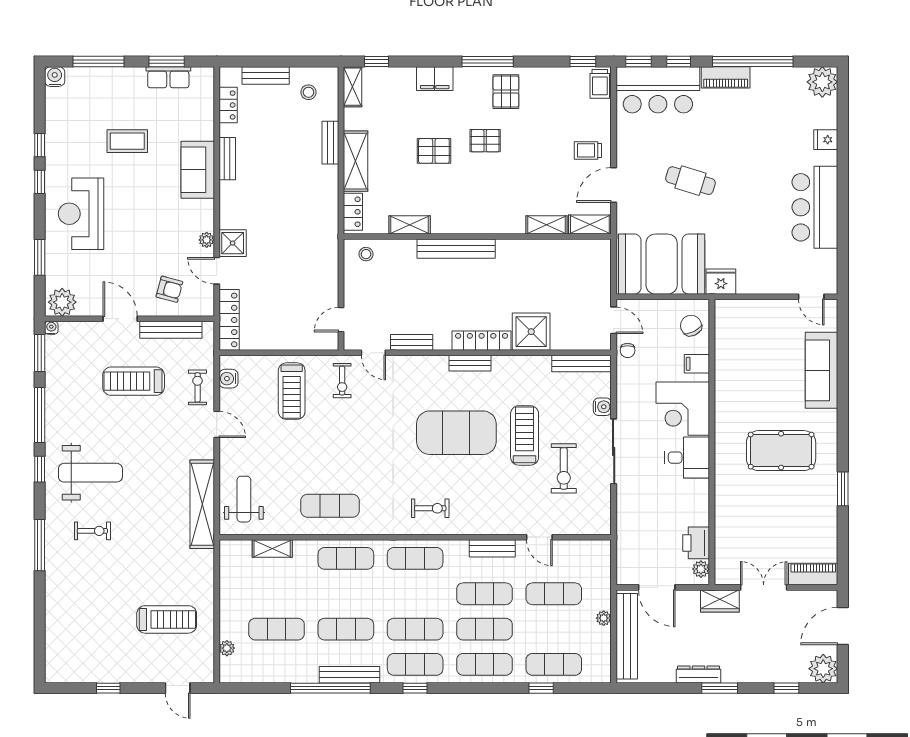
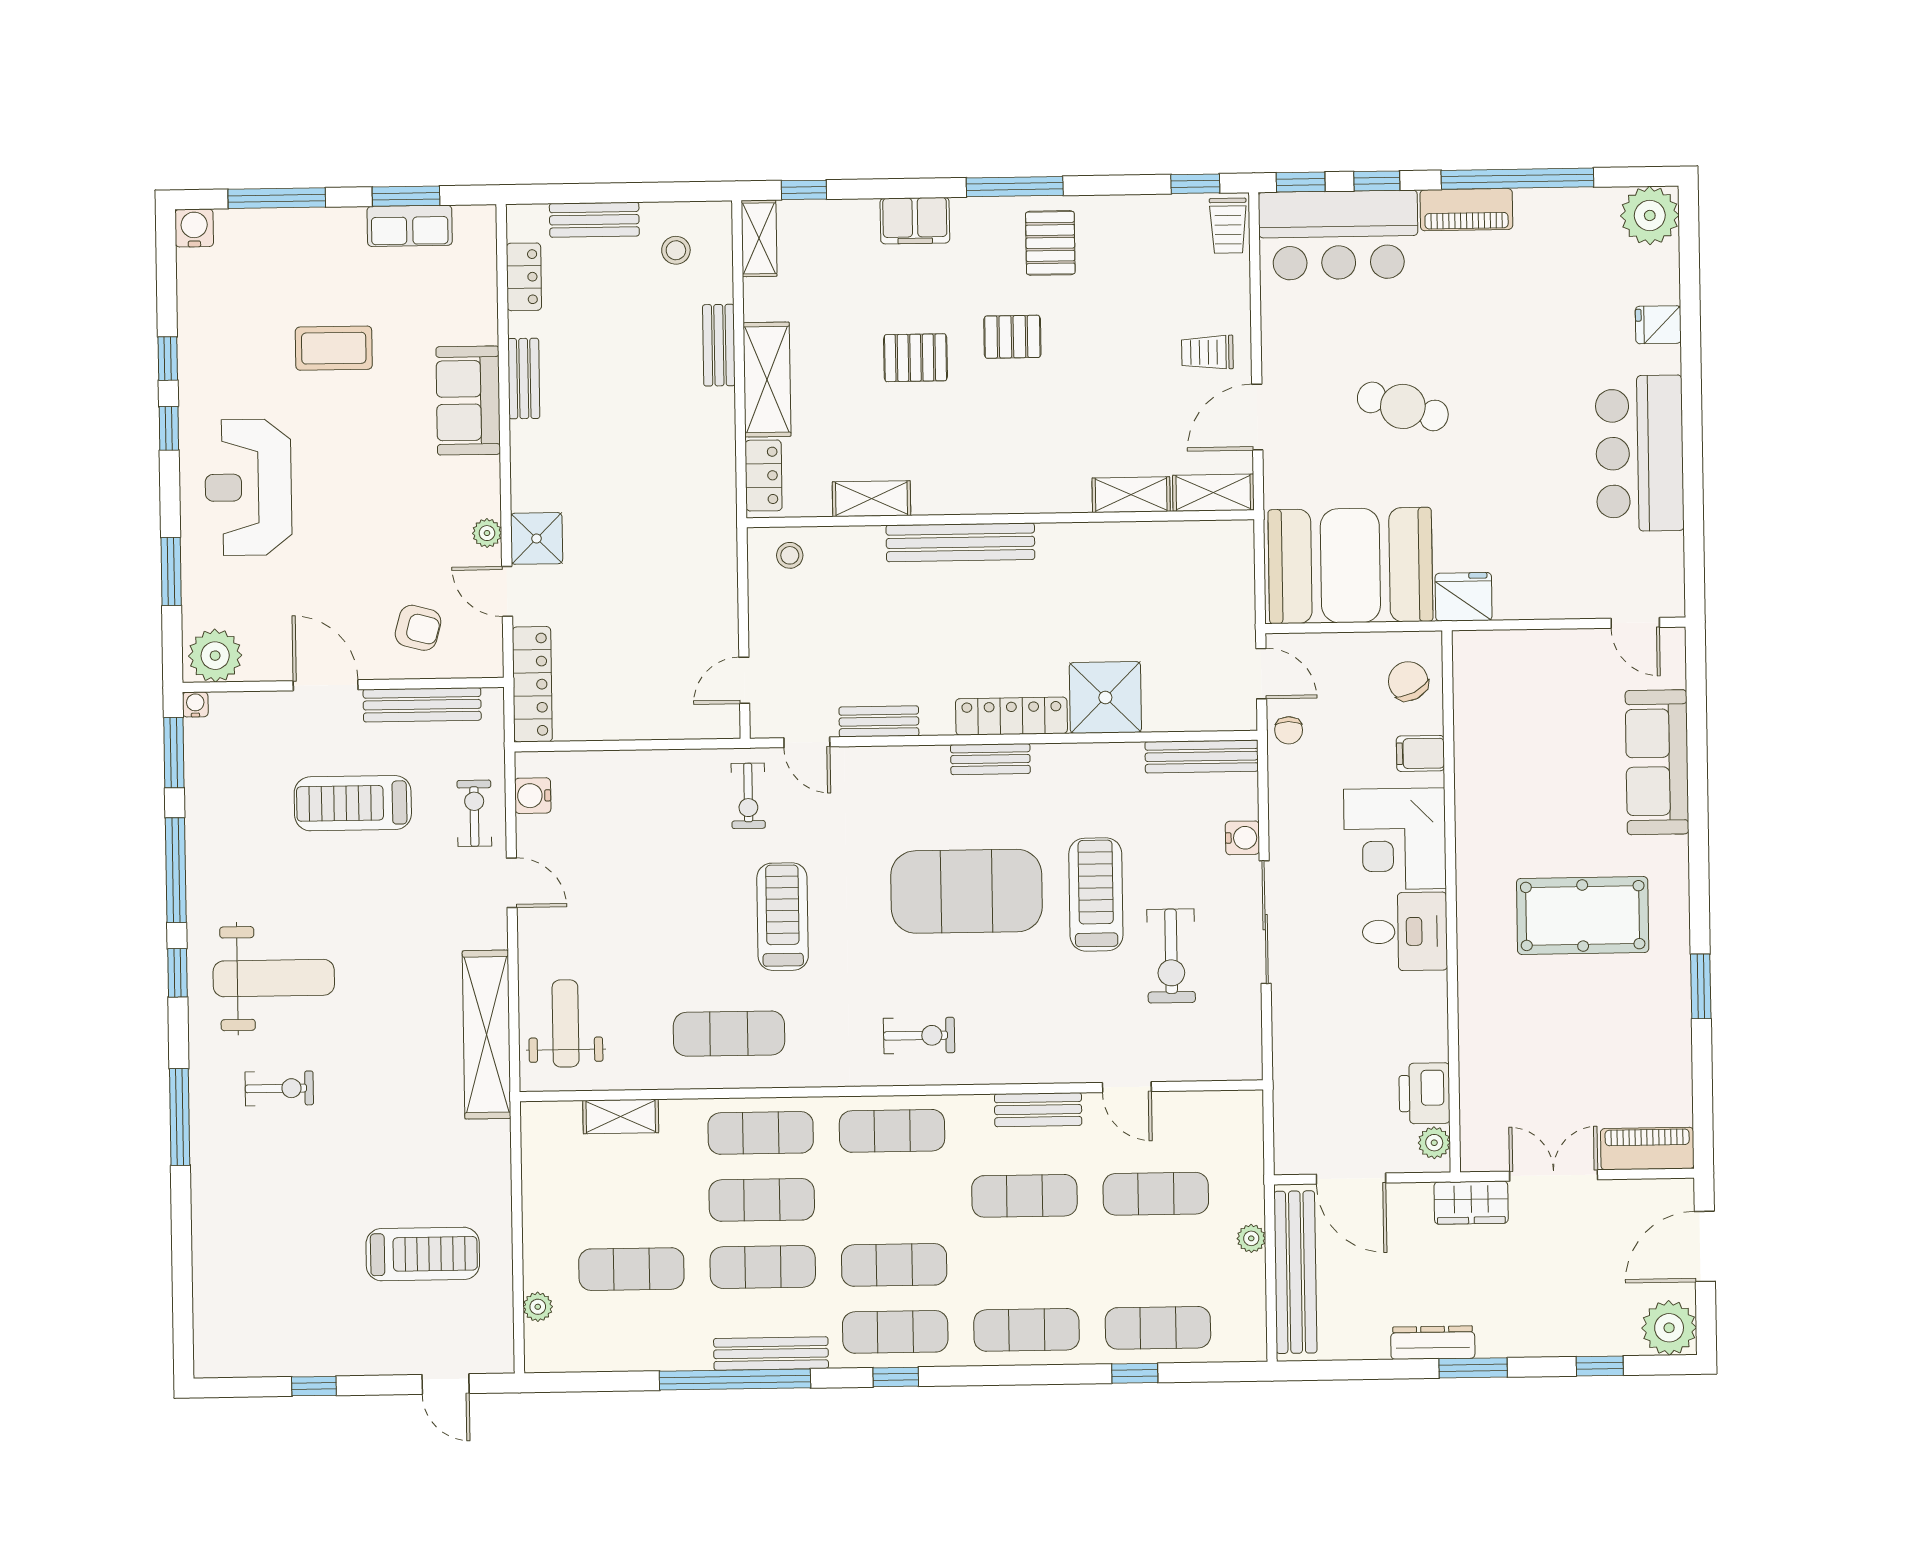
treadmill: (292, 391) -> (783, 917), moved, turned 180
exercise mat: (484, 629) -> (762, 1200), moved

